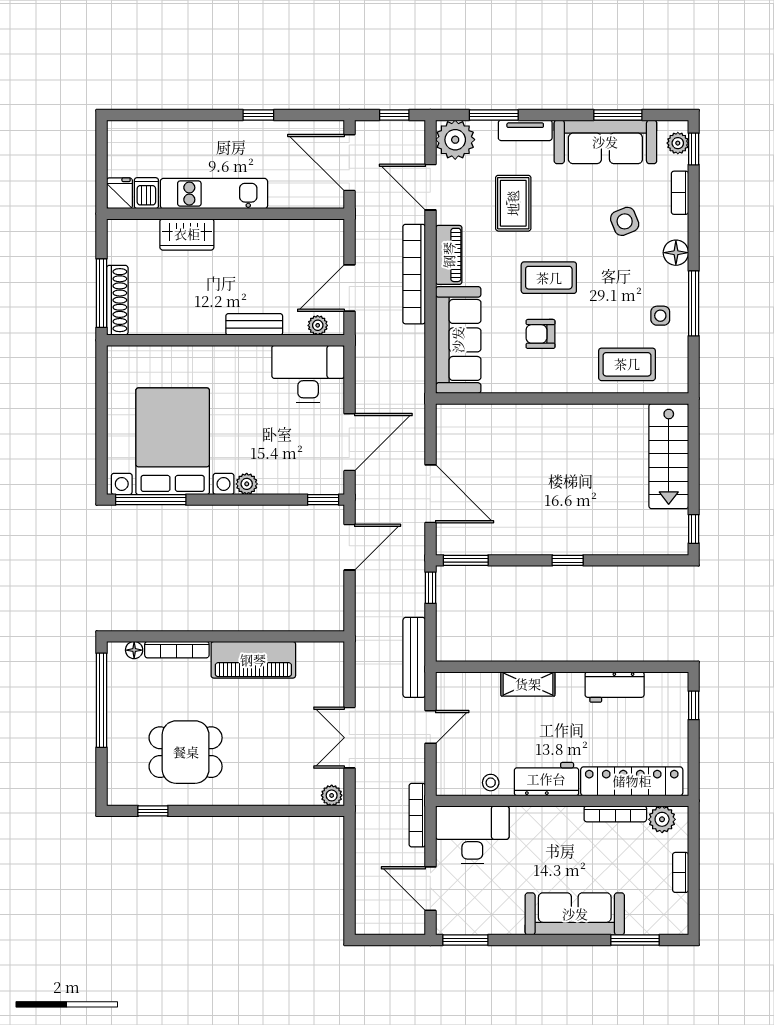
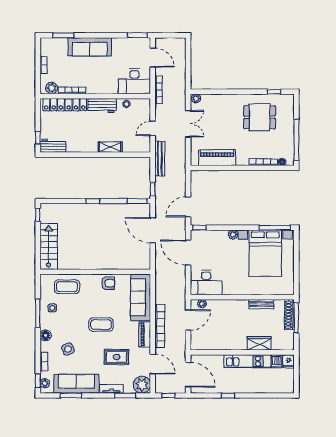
rug: (513, 203) -> (117, 357), turned 90
bench: (254, 324) -> (261, 304), moved
armchair: (540, 334) -> (108, 283), moved
door: (349, 442) -> (188, 253), hinge flipped
piano: (253, 660) -> (217, 158), moved
workbench: (615, 687) -> (53, 146), moved

